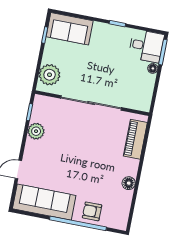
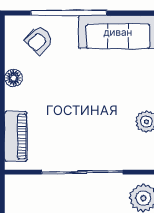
armchair: (92, 211) -> (39, 40), moved, turned 135

